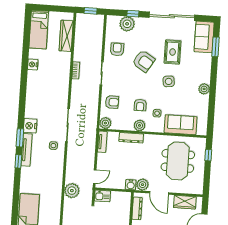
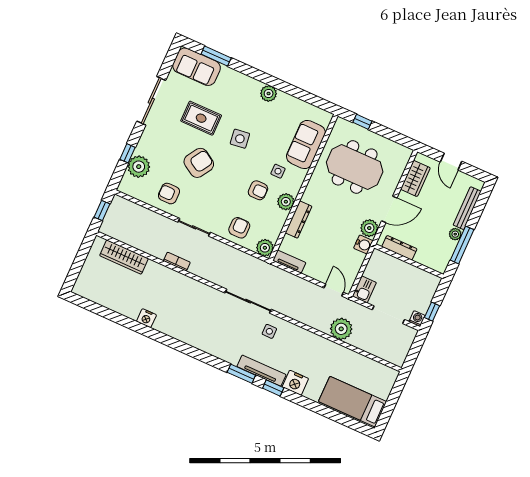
sliding door: (172, 16) -> (151, 101), width x0.73
bed: (39, 30) -> (101, 292), removed
nightstand: (30, 126) -> (295, 383), moved

